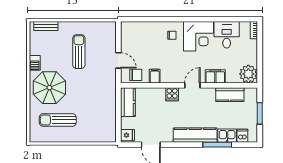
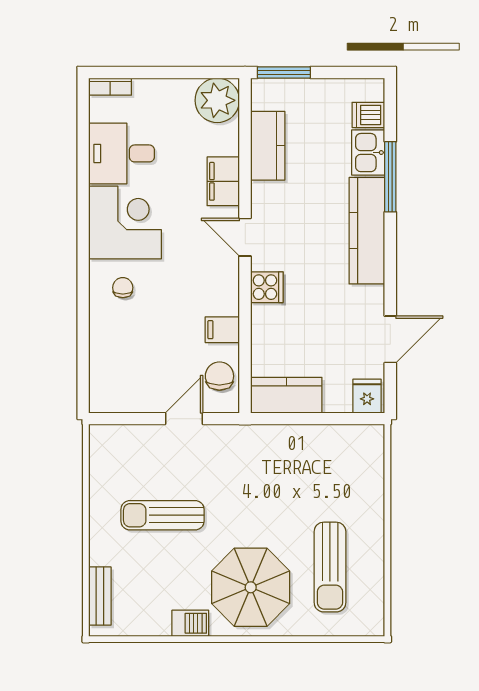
window: (260, 113) -> (284, 72), moved

